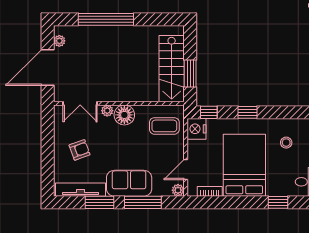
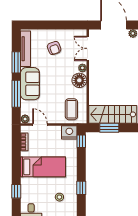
window: (247, 112) -> (81, 188), moved
bed: (244, 165) -> (43, 167), width x0.67

